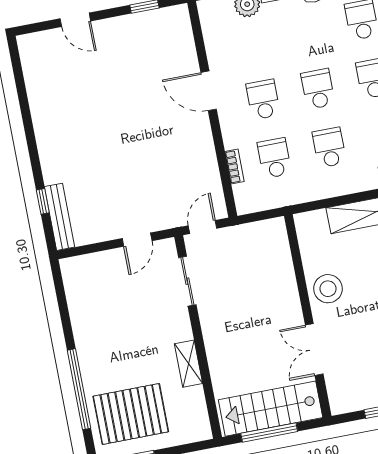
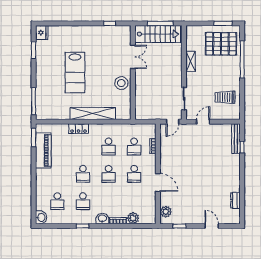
plant: (180, 31) -> (166, 212), added
dresser: (35, 84) -> (235, 200), added
trolley: (100, 301) -> (225, 97), added

